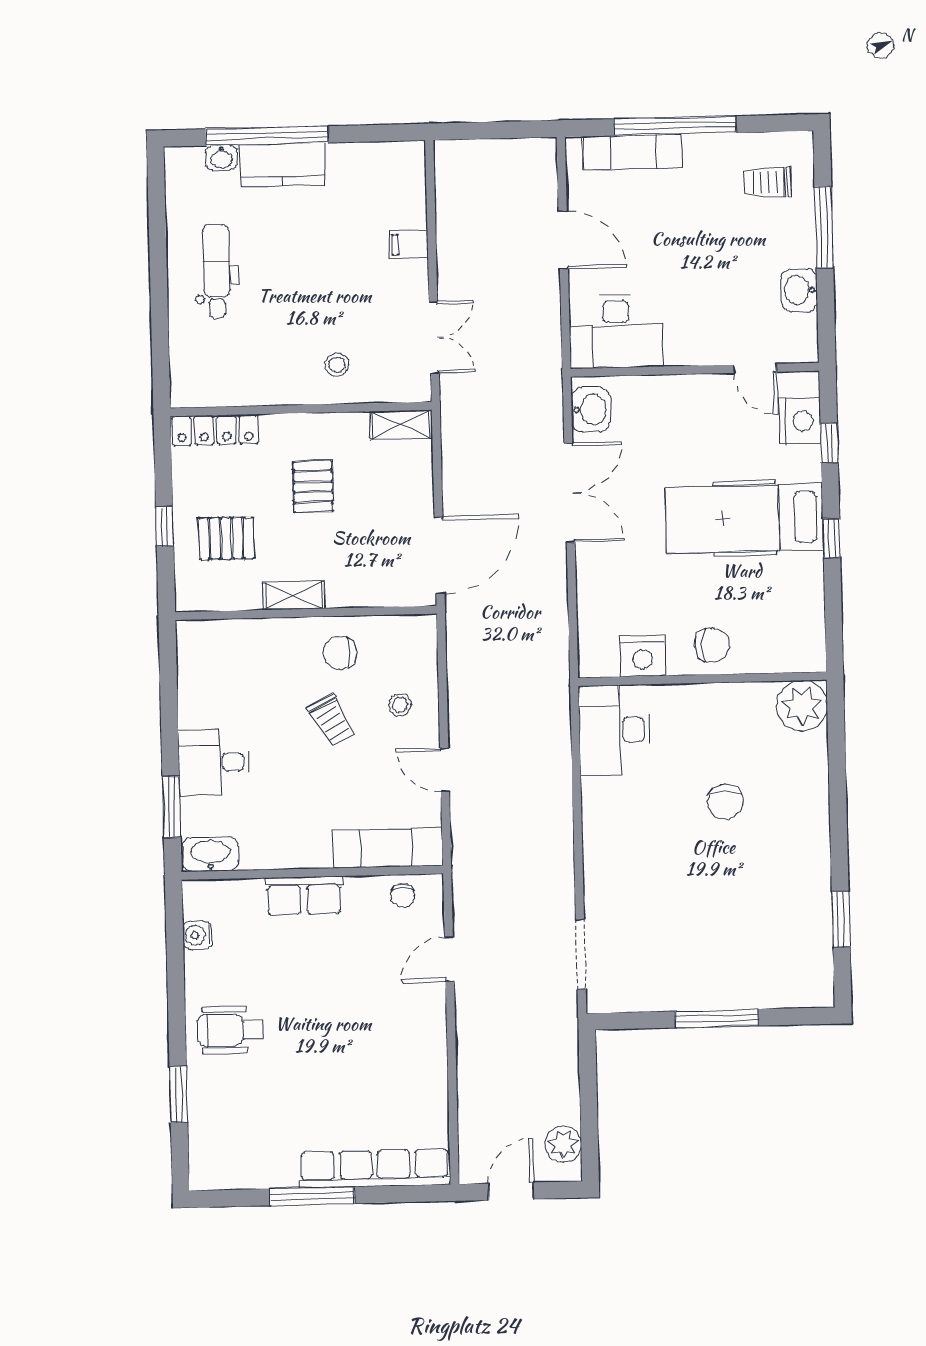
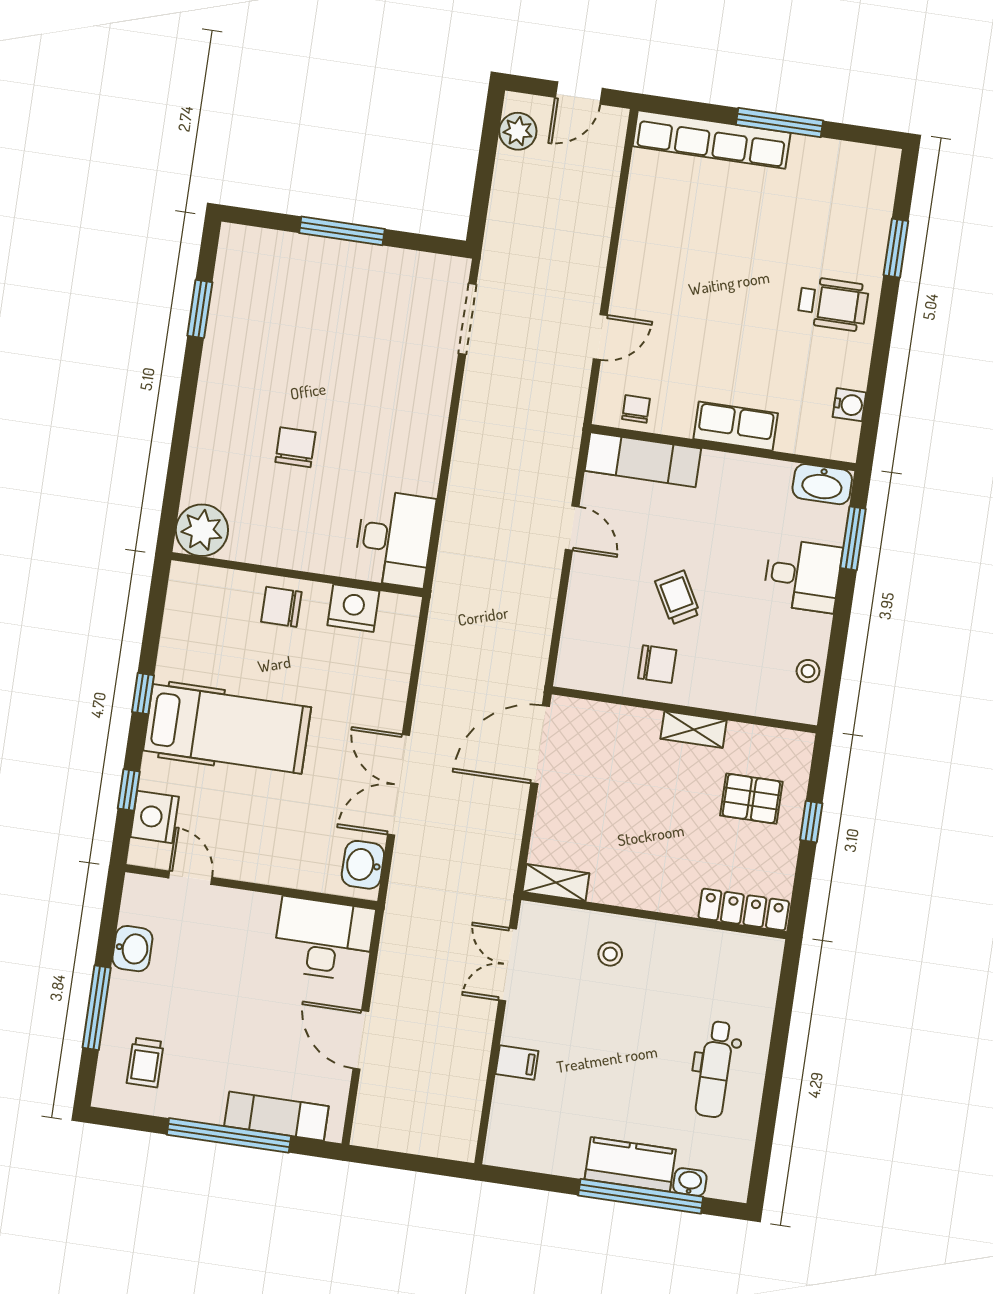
trolley: (768, 182) -> (145, 1063), turned 90
pallet: (313, 487) -> (655, 835), removed
stool: (400, 705) -> (808, 671), moved

